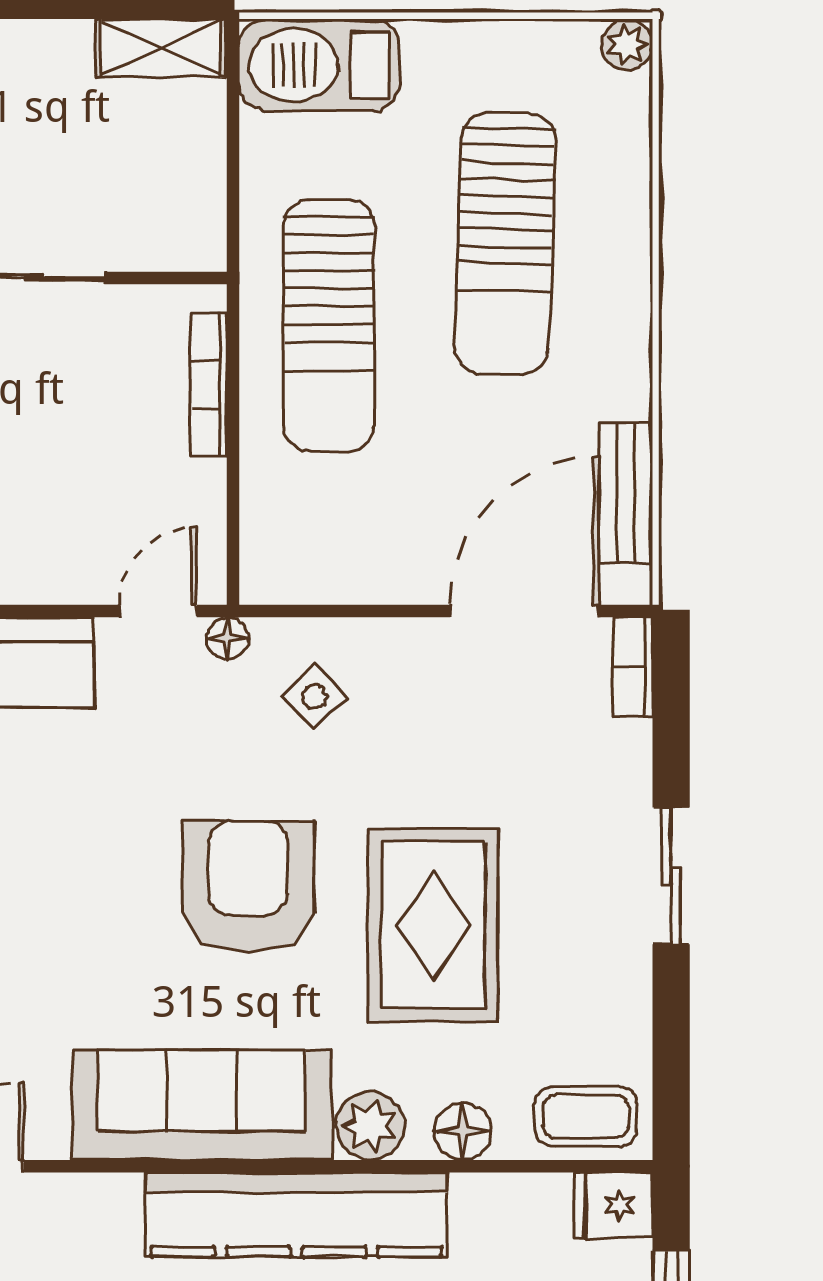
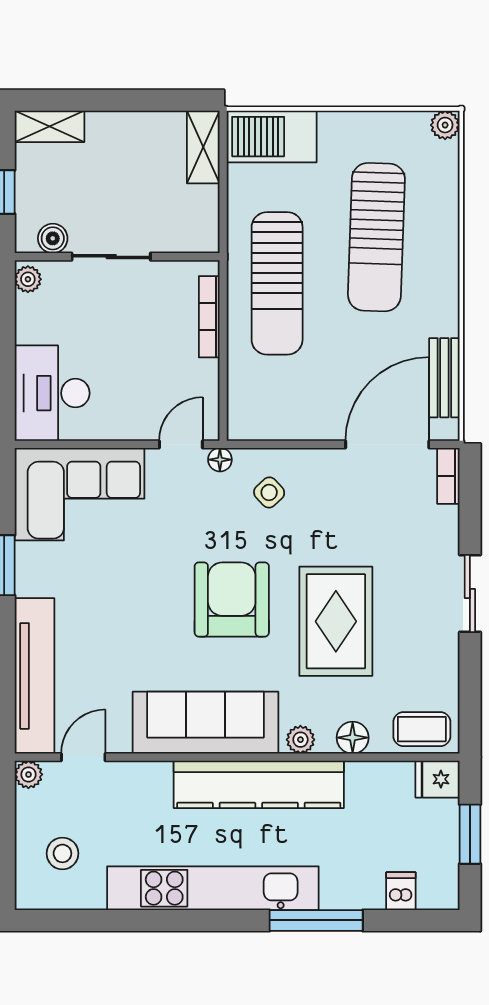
shelving: (161, 48) -> (203, 147), moved, turned 90
plant: (370, 1126) -> (300, 740), width x0.73, depth x0.73

